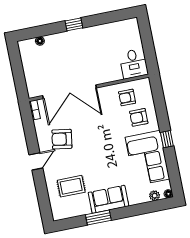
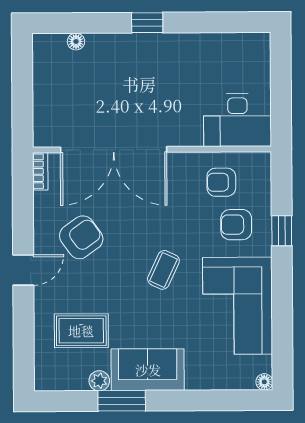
desk: (134, 64) -> (237, 120), width x1.37
armchair: (62, 139) -> (81, 237), turned 135
window: (167, 139) -> (282, 231), moved
coffee table: (107, 147) -> (163, 270), added
plant: (155, 196) -> (99, 381), moved

